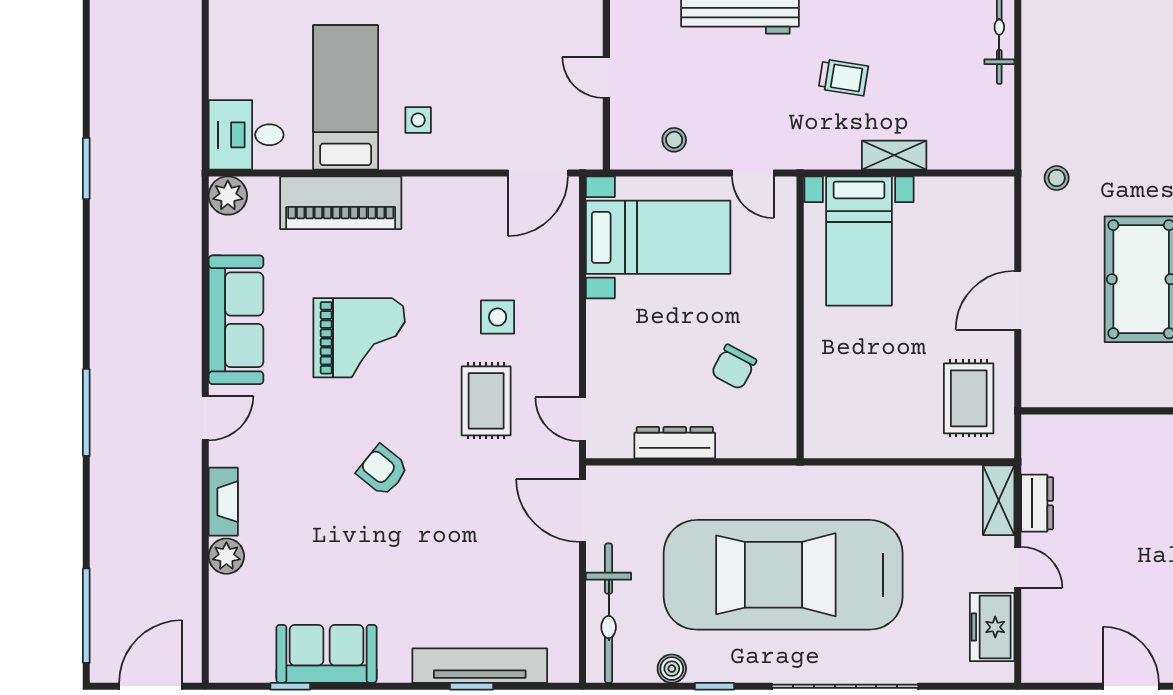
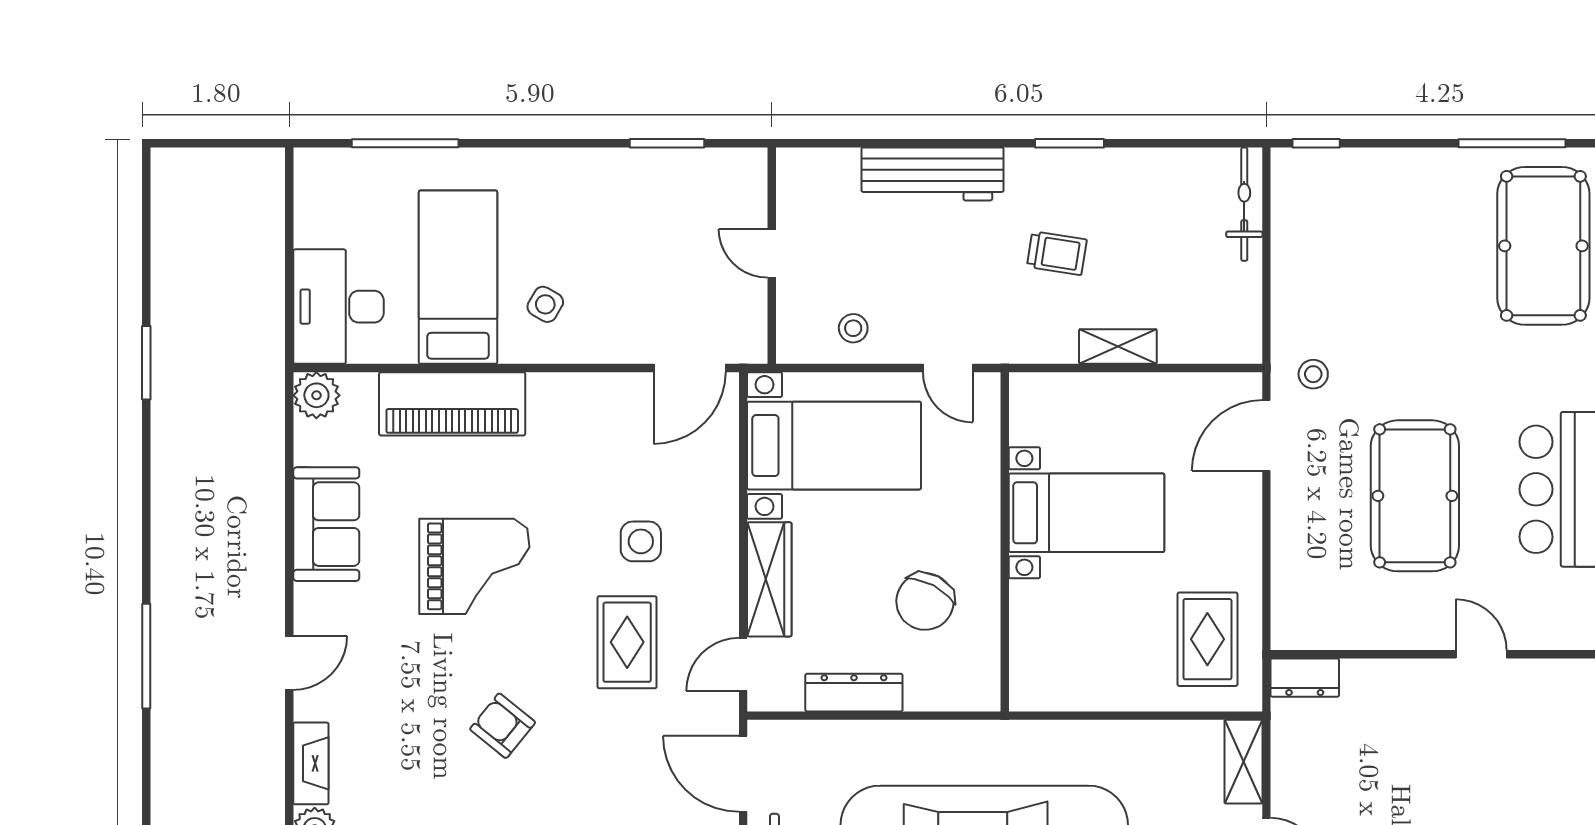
side table: (418, 120) -> (545, 304), turned 30
desk: (246, 135) -> (338, 307), width x1.37
bed with nightstands: (859, 241) -> (1087, 513), moved, turned -90
door: (1018, 300) -> (1266, 436), moved
sofa: (236, 320) -> (326, 524), width x0.73
wardrobe: (604, 349) -> (769, 579), added
chair: (734, 367) -> (925, 601), width x1.37, depth x1.37
door: (583, 419) -> (743, 664), hinge flipped
dresser: (1037, 503) -> (1305, 678), moved, turned 90

